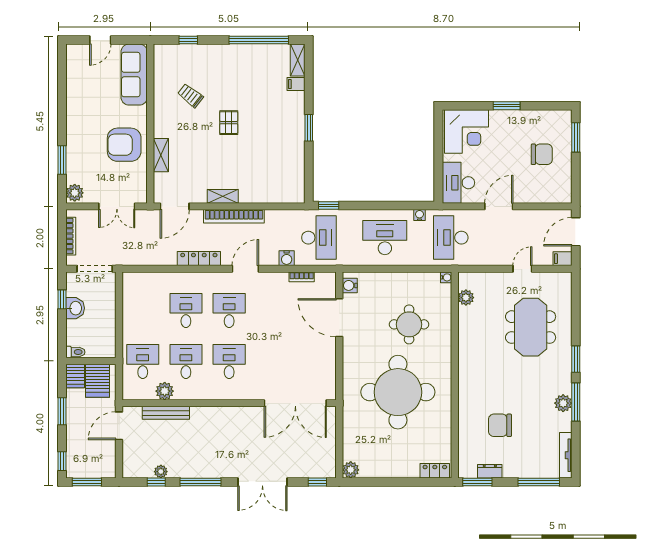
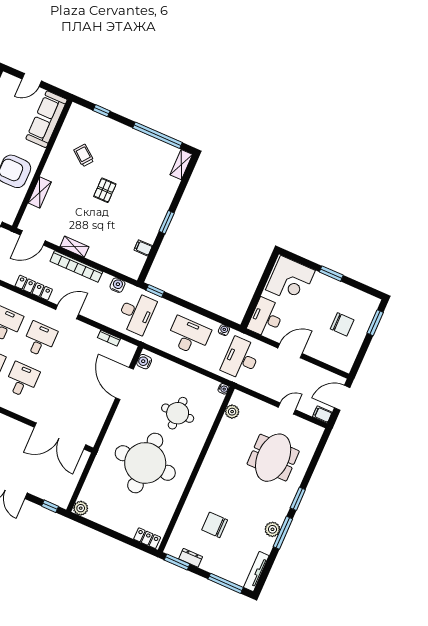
filing cabinet: (296, 84) -> (143, 248), moved
water cooler: (287, 258) -> (117, 285), moved, turned 180

